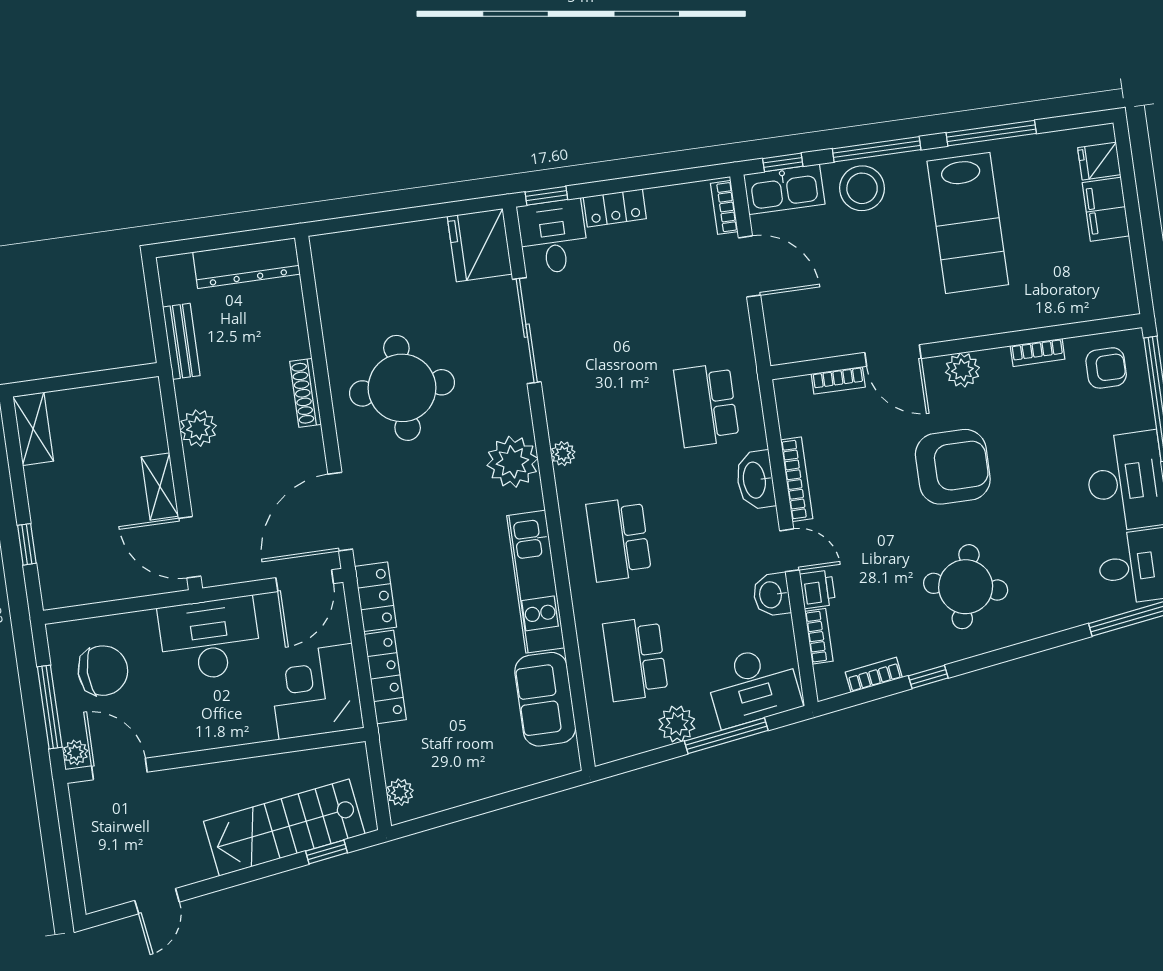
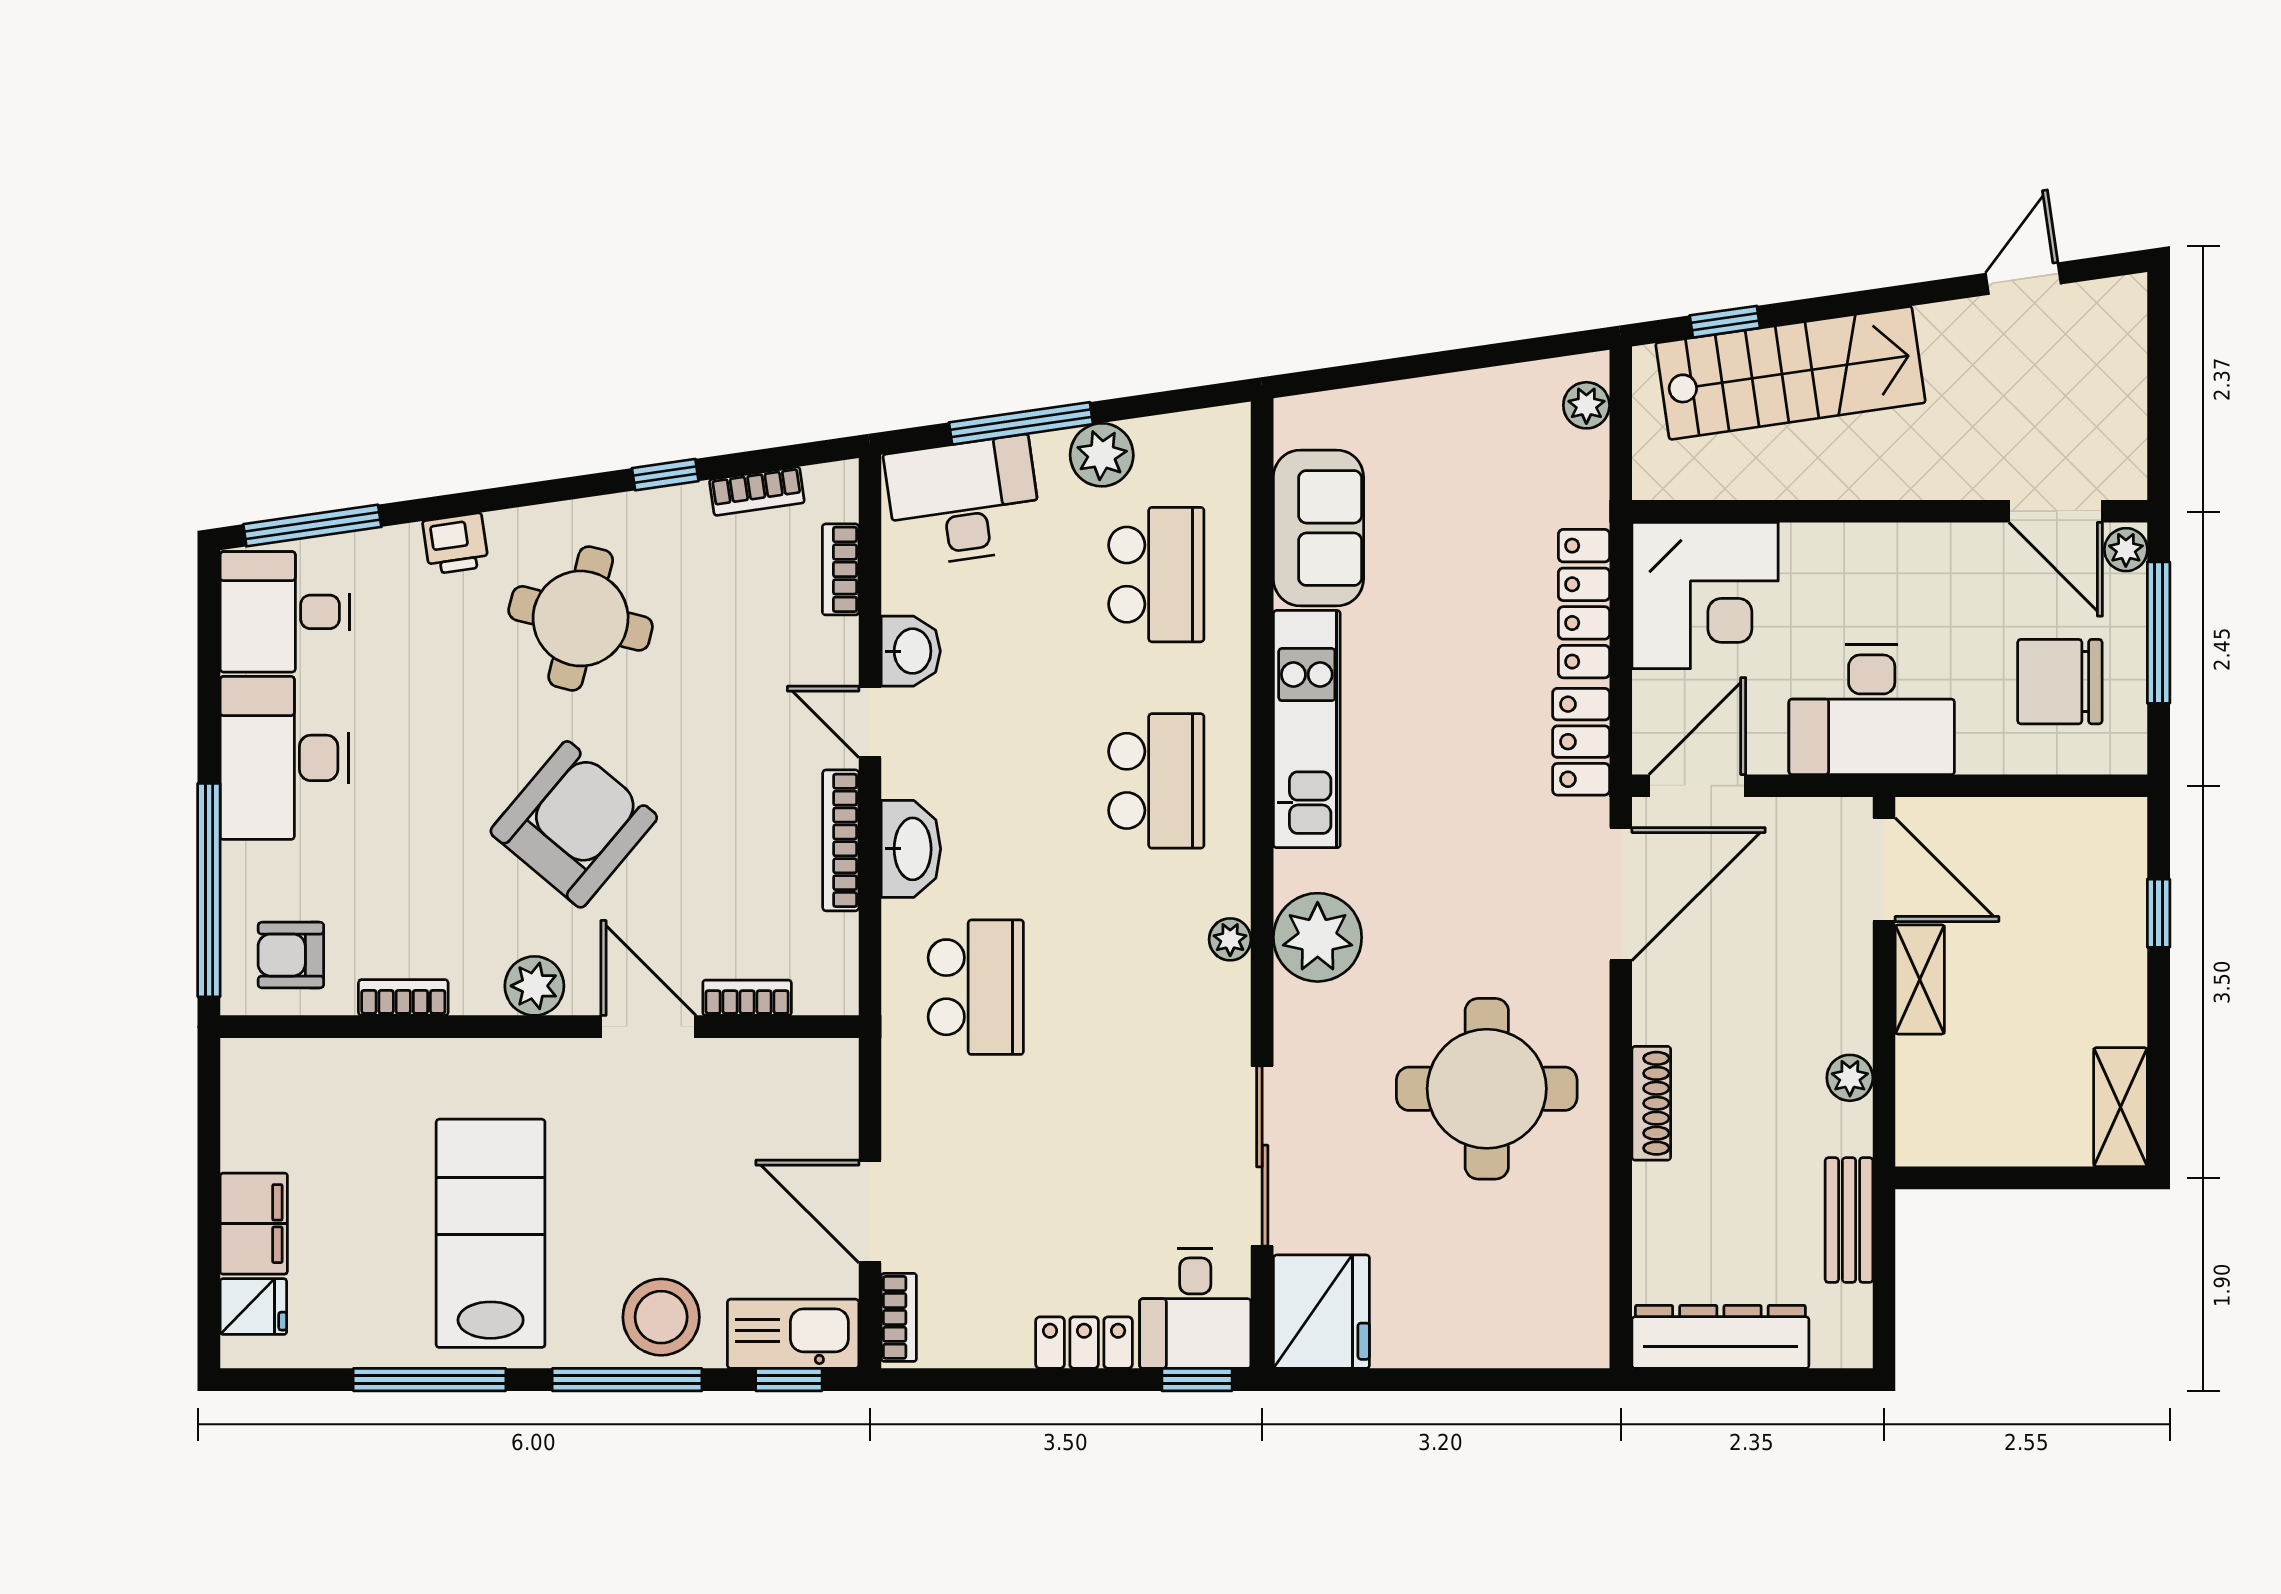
plant: (198, 428) -> (1850, 1078), width x0.73, depth x0.73
armchair: (953, 467) -> (574, 824), turned 130
printer: (818, 589) -> (456, 544), moved, turned -98

